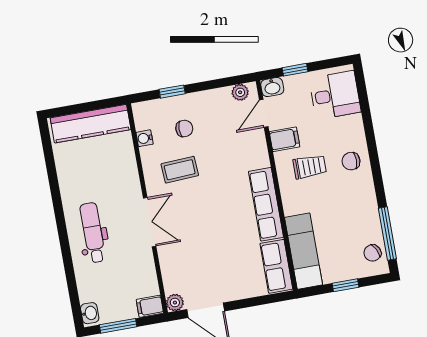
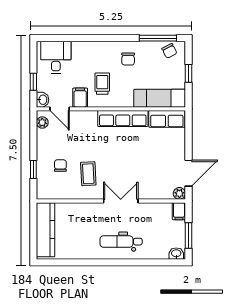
water cooler: (145, 138) -> (62, 194), removed
chair: (351, 161) -> (128, 59), moved

